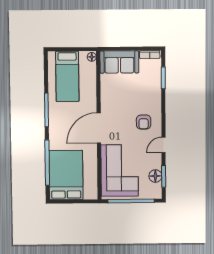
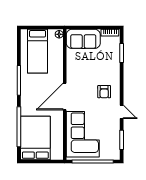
door: (164, 145) -> (122, 112), swing flipped
floor lamp: (155, 176) -> (114, 139), removed

